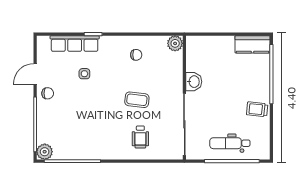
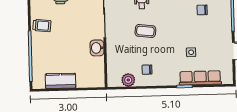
plant: (175, 43) -> (128, 80), moved
kitchen counter: (253, 44) -> (61, 81), moved
chair: (48, 93) -> (202, 10), moved

